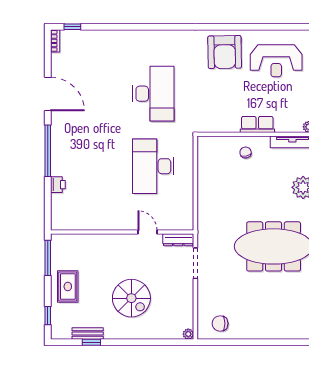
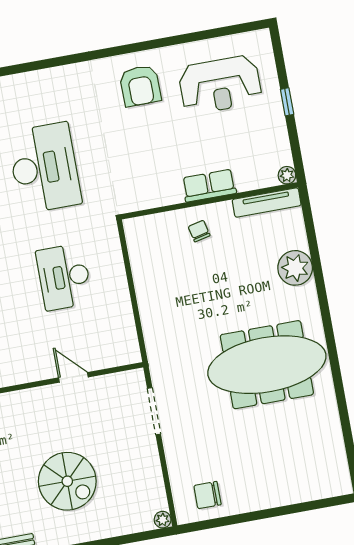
armchair: (225, 52) -> (140, 86), width x0.73, depth x0.73
desk: (153, 166) -> (64, 277), width x0.73, depth x0.77
dresser: (178, 240) -> (122, 381), removed

